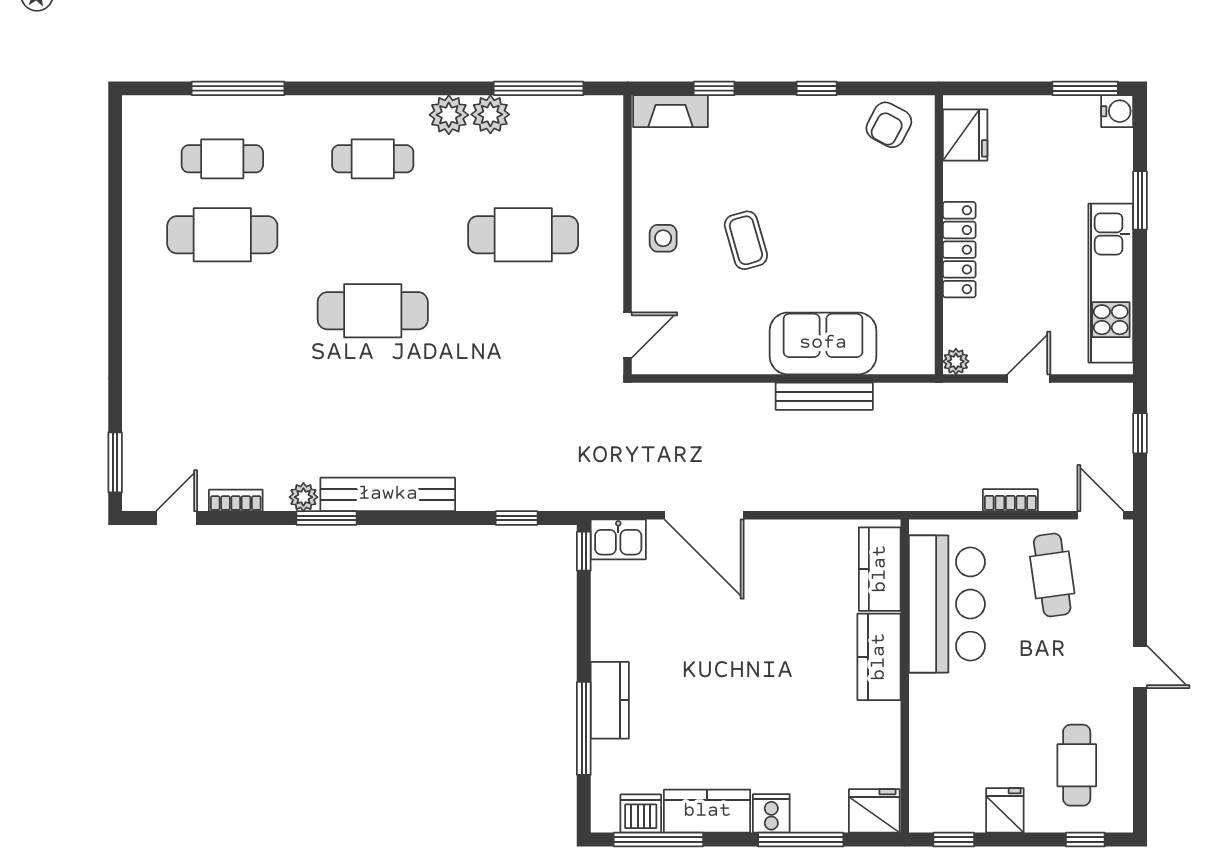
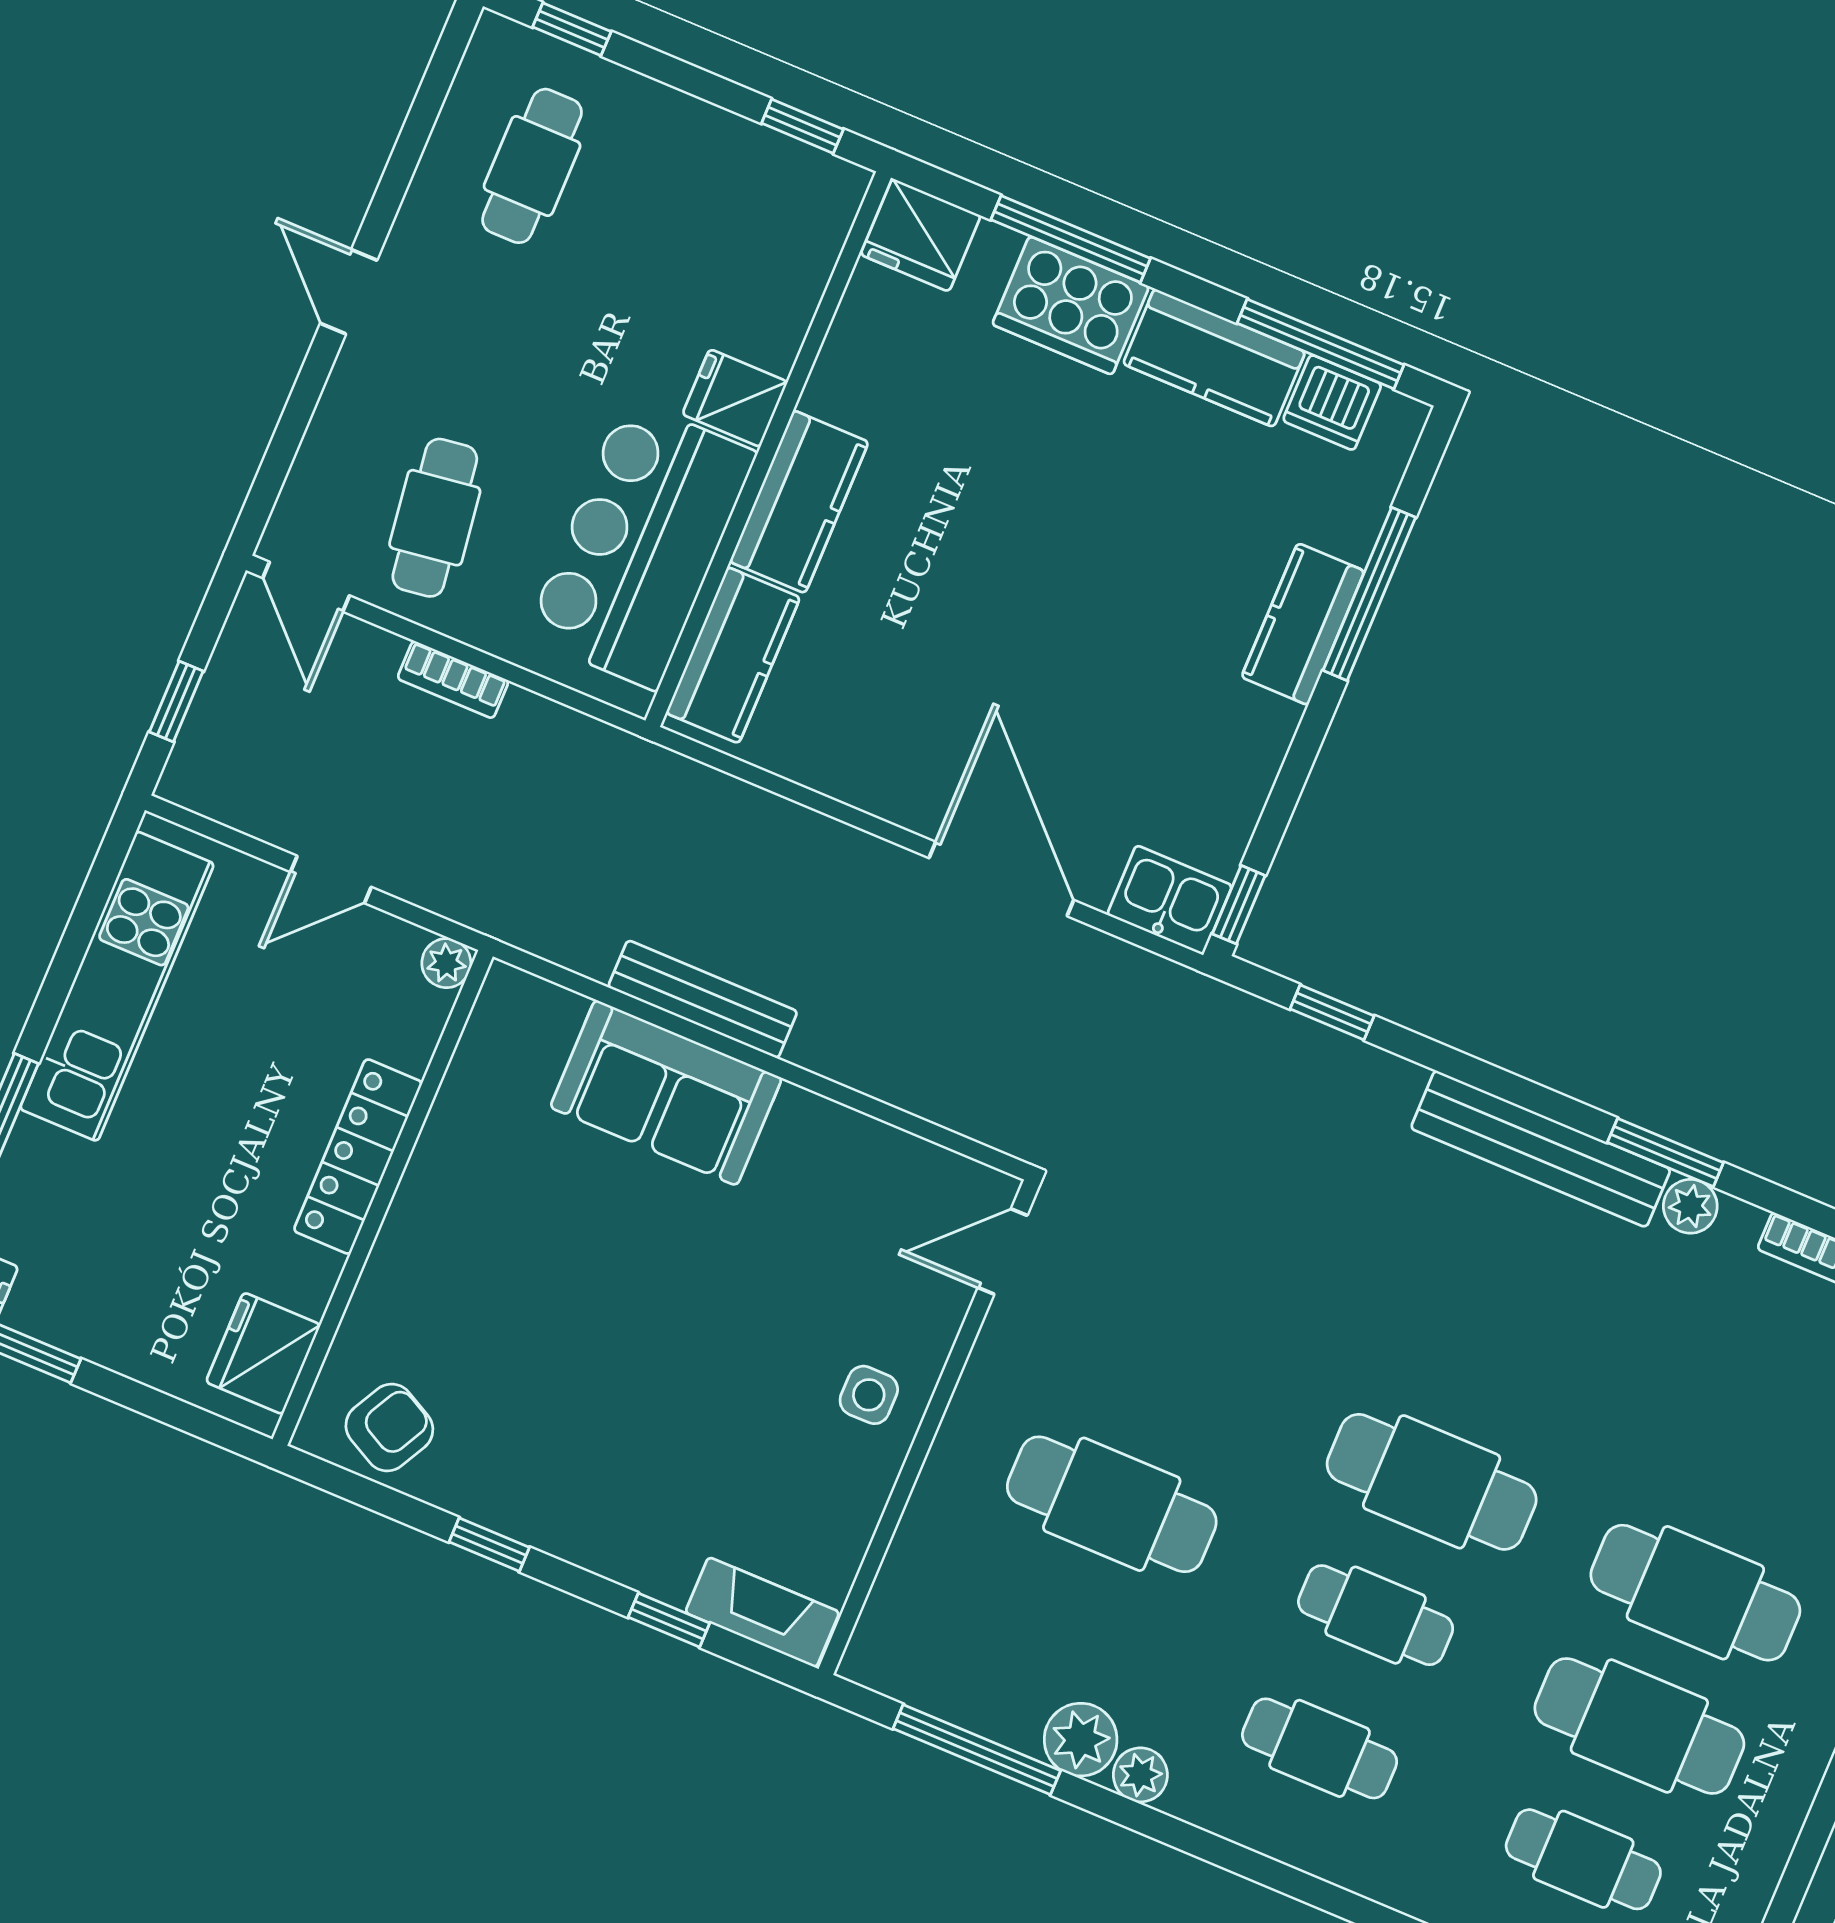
plant: (449, 115) -> (1140, 1775), width x0.73, depth x0.73
cafe table: (373, 235) -> (1376, 1615), added
coffee table: (746, 240) -> (725, 1330), removed
cafe table: (222, 311) -> (1695, 1593), added
fridge: (1005, 810) -> (735, 398), moved, turned 90
cooker: (771, 813) -> (1071, 305), width x1.87, depth x1.31

